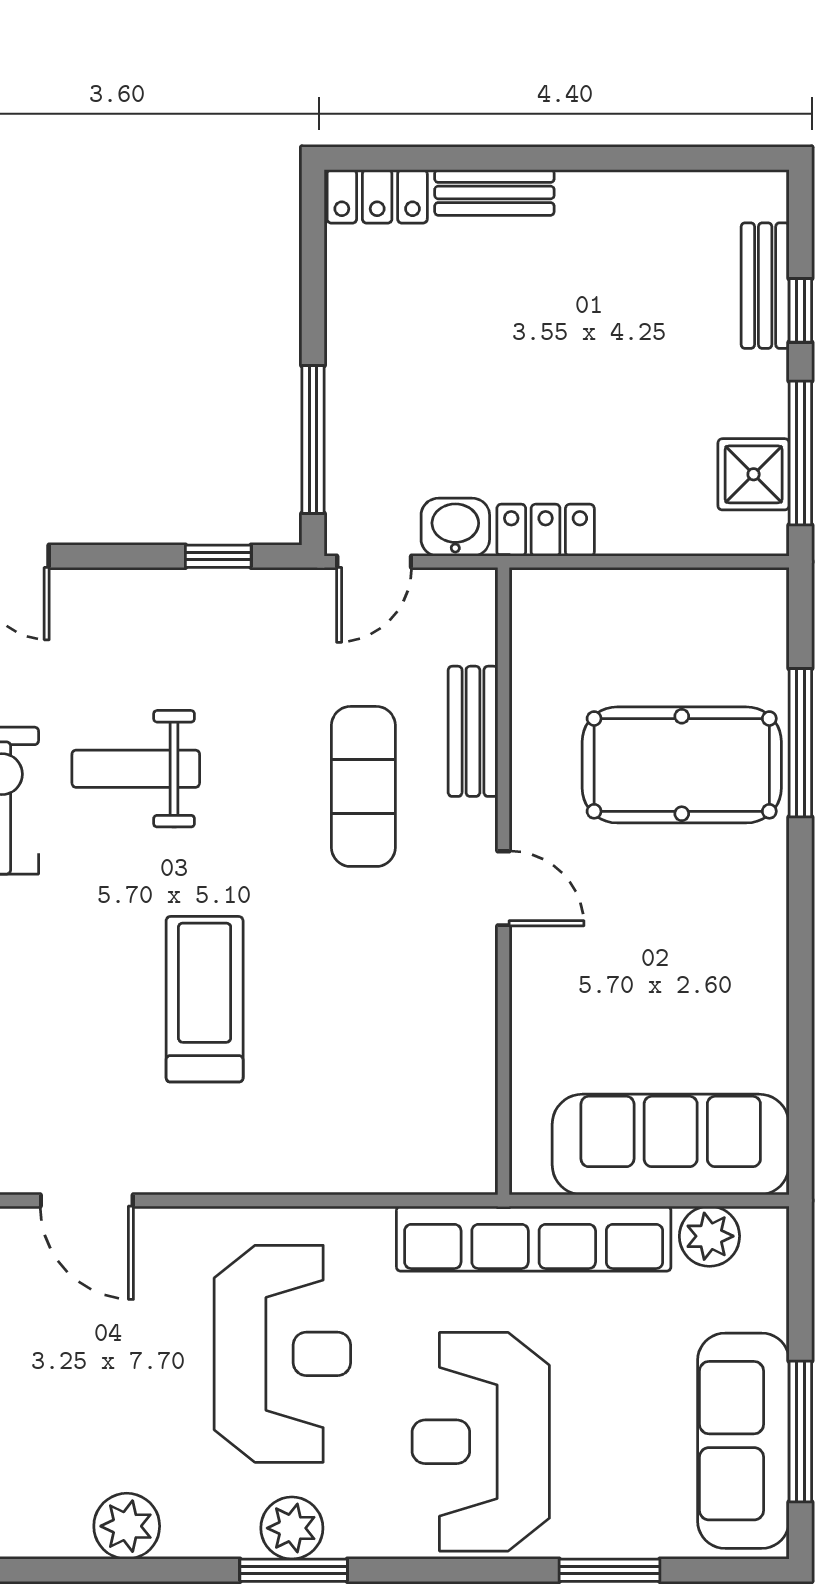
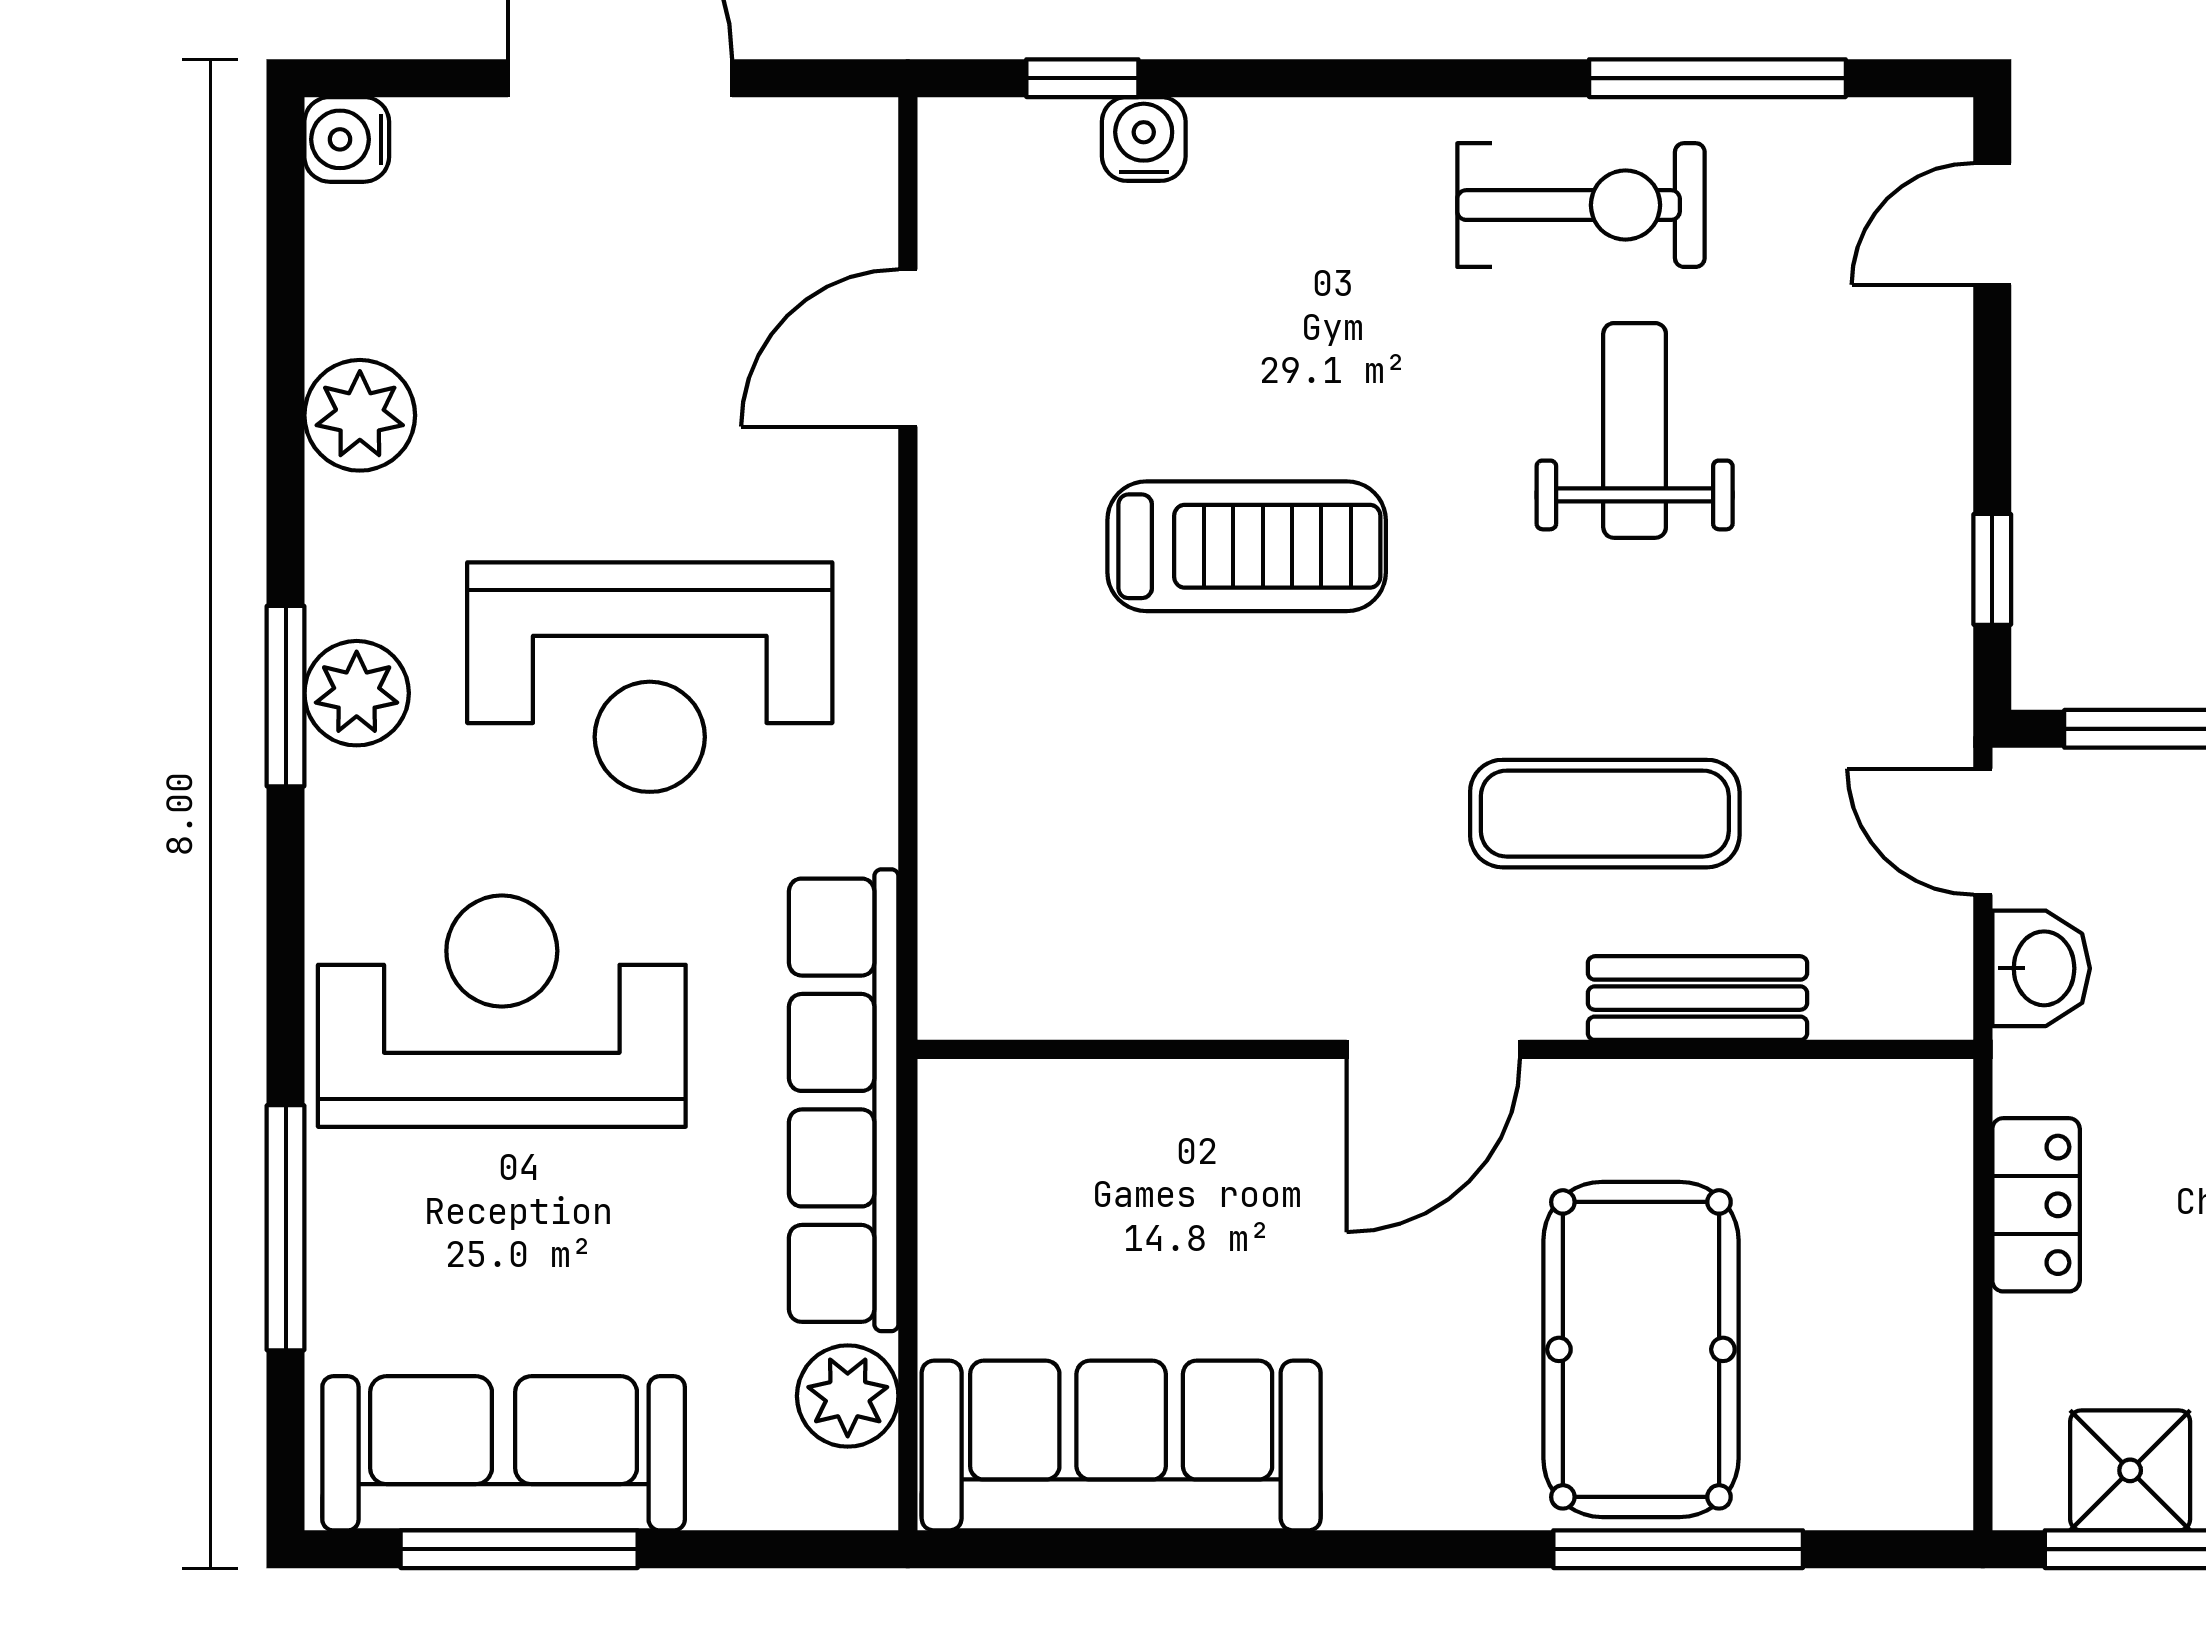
locker: (546, 530) -> (2036, 1205), moved
door: (503, 888) -> (1433, 1049), width x1.38
sofa: (671, 1145) -> (1121, 1446), moved, turned -90
window: (609, 1570) -> (286, 1228), width x1.44

